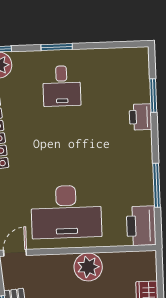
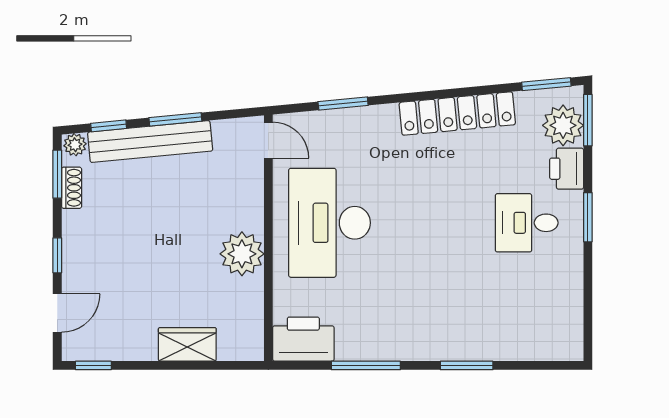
window: (153, 96) -> (467, 365), moved
printer: (140, 117) -> (567, 169), moved, turned -90

